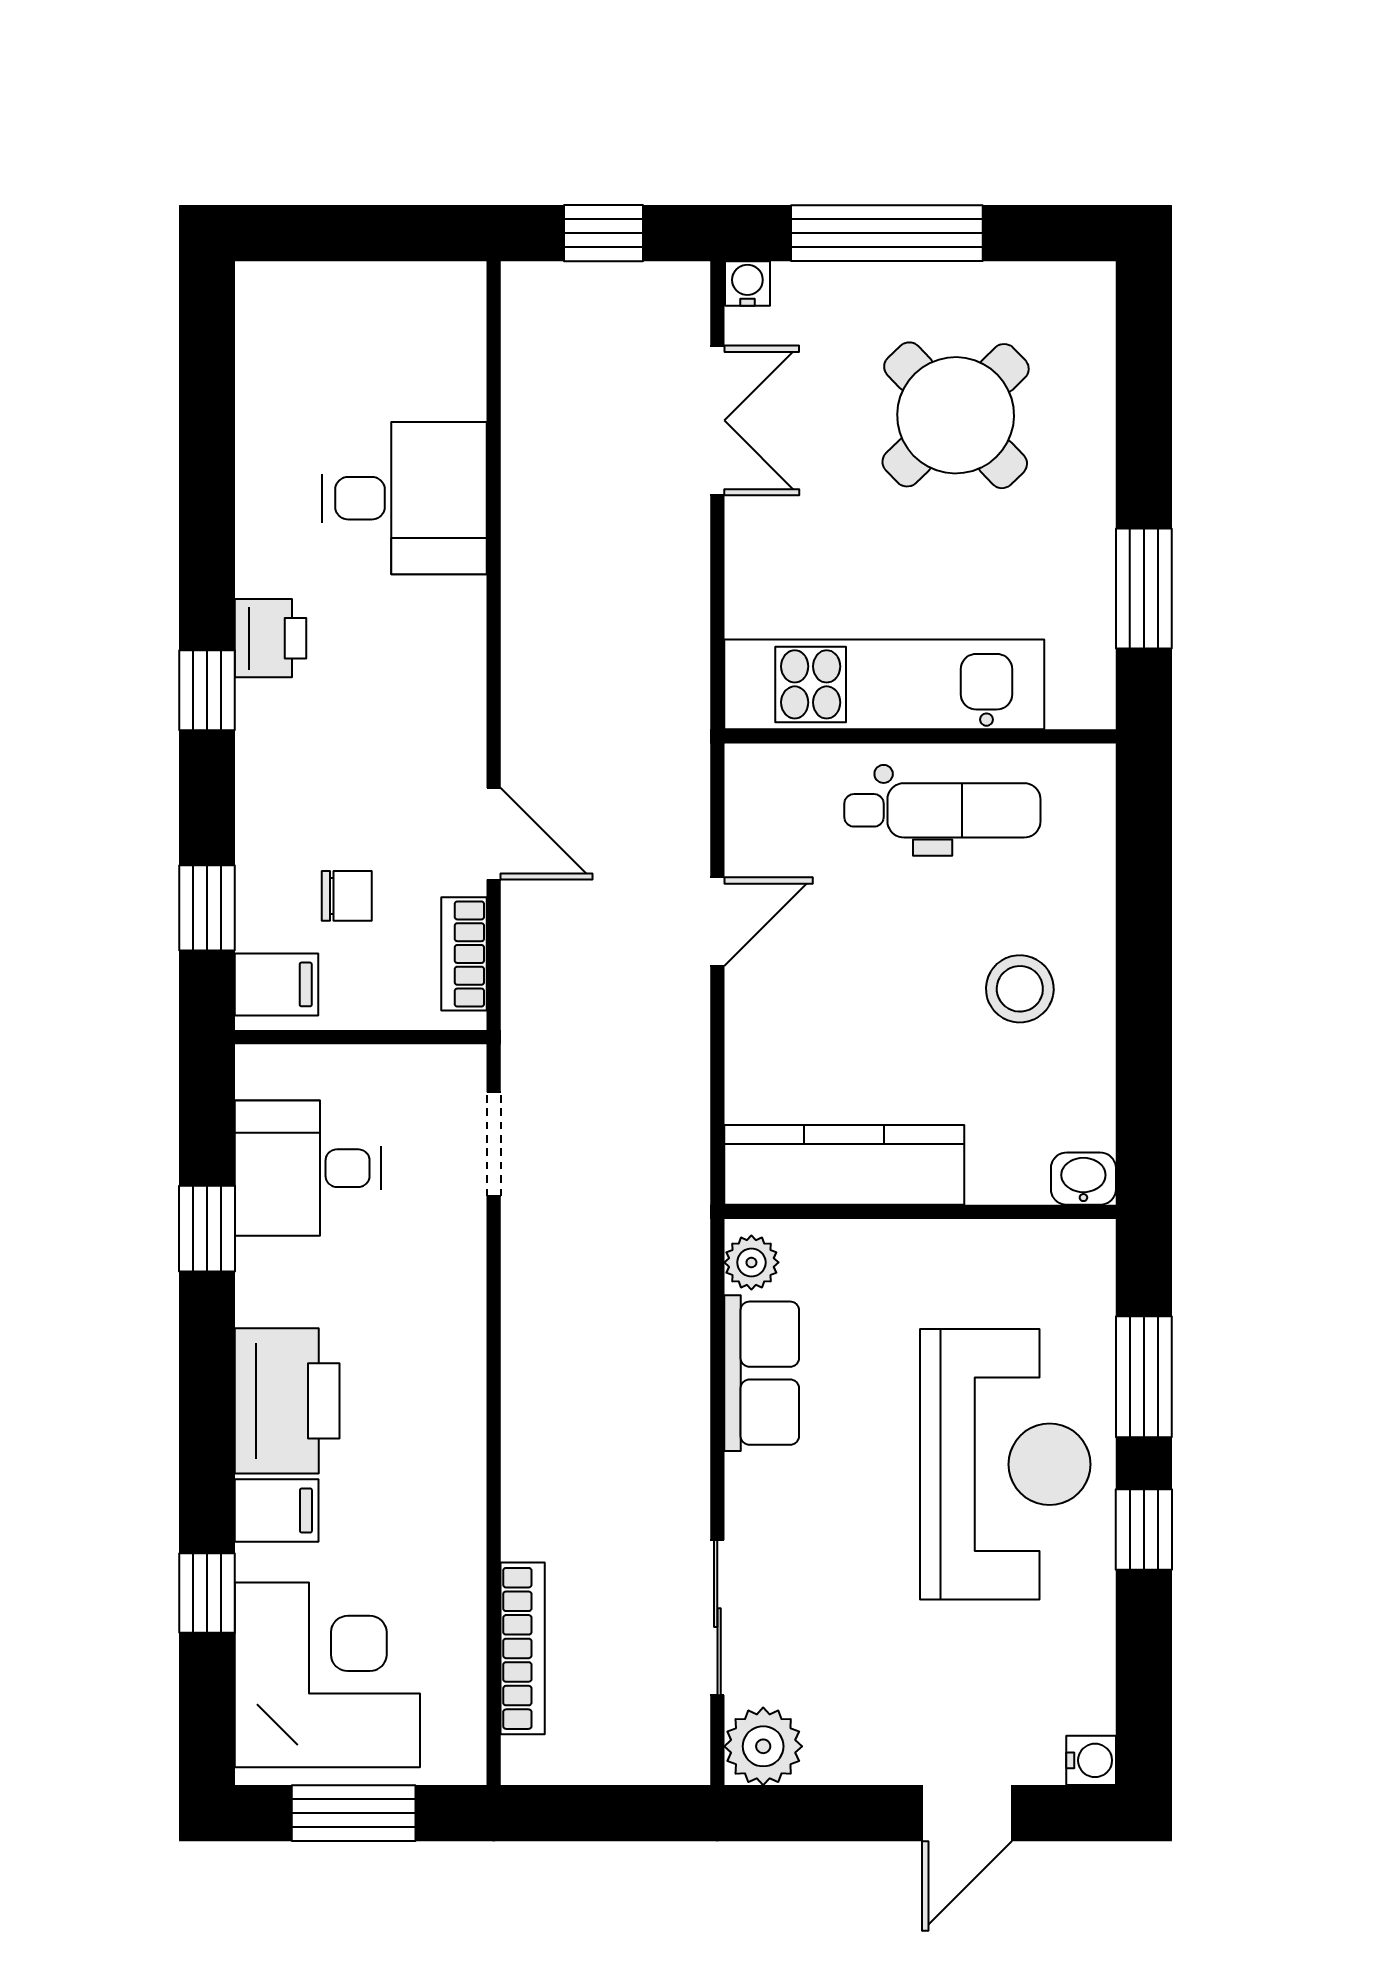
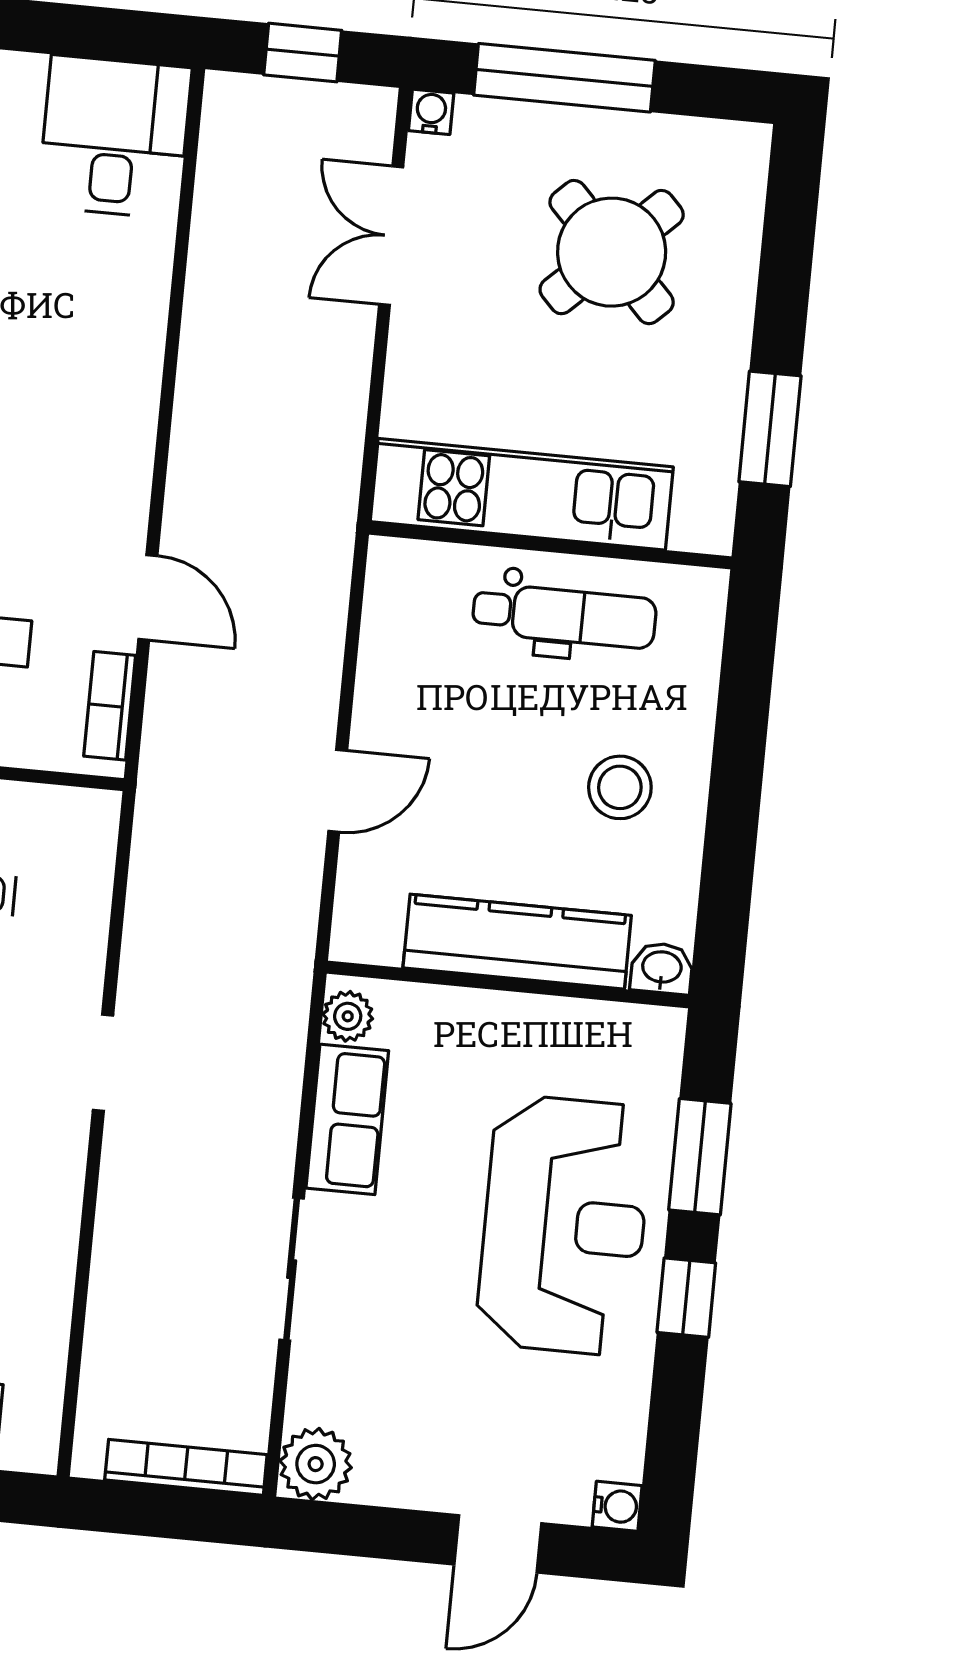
double door: (717, 420) -> (391, 236), swing flipped
desk: (404, 498) -> (115, 137), moved, turned -90
door: (717, 922) -> (338, 791), moved
doorway: (494, 1144) -> (103, 1063), moved
kitchen counter: (844, 1165) -> (517, 942), moved
sliding door: (717, 1618) -> (292, 1269), moved
bookcase: (523, 1648) -> (186, 1467), moved, turned -90

